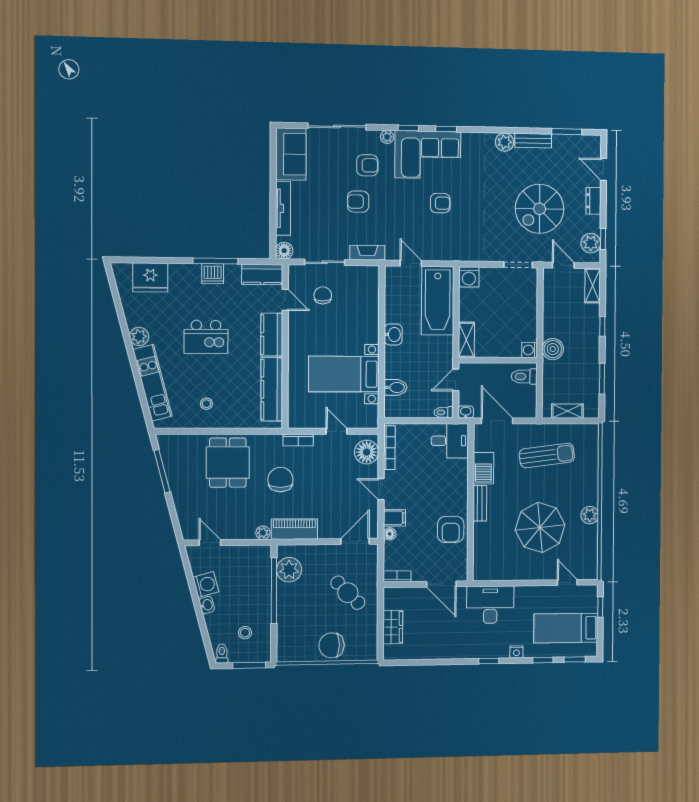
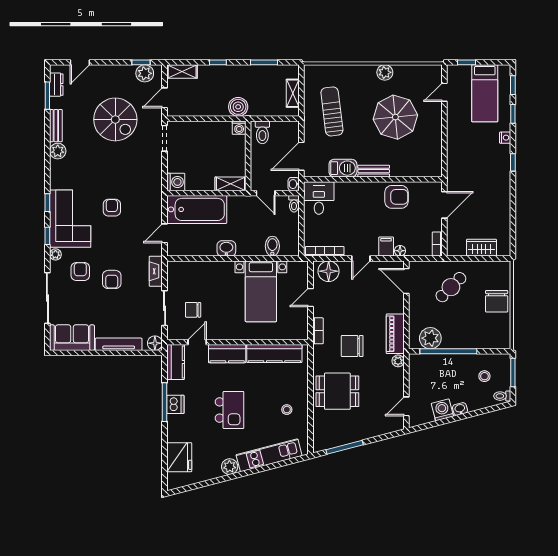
dresser: (593, 201) -> (56, 85), moved, turned -90
desk: (490, 605) -> (463, 161), removed

